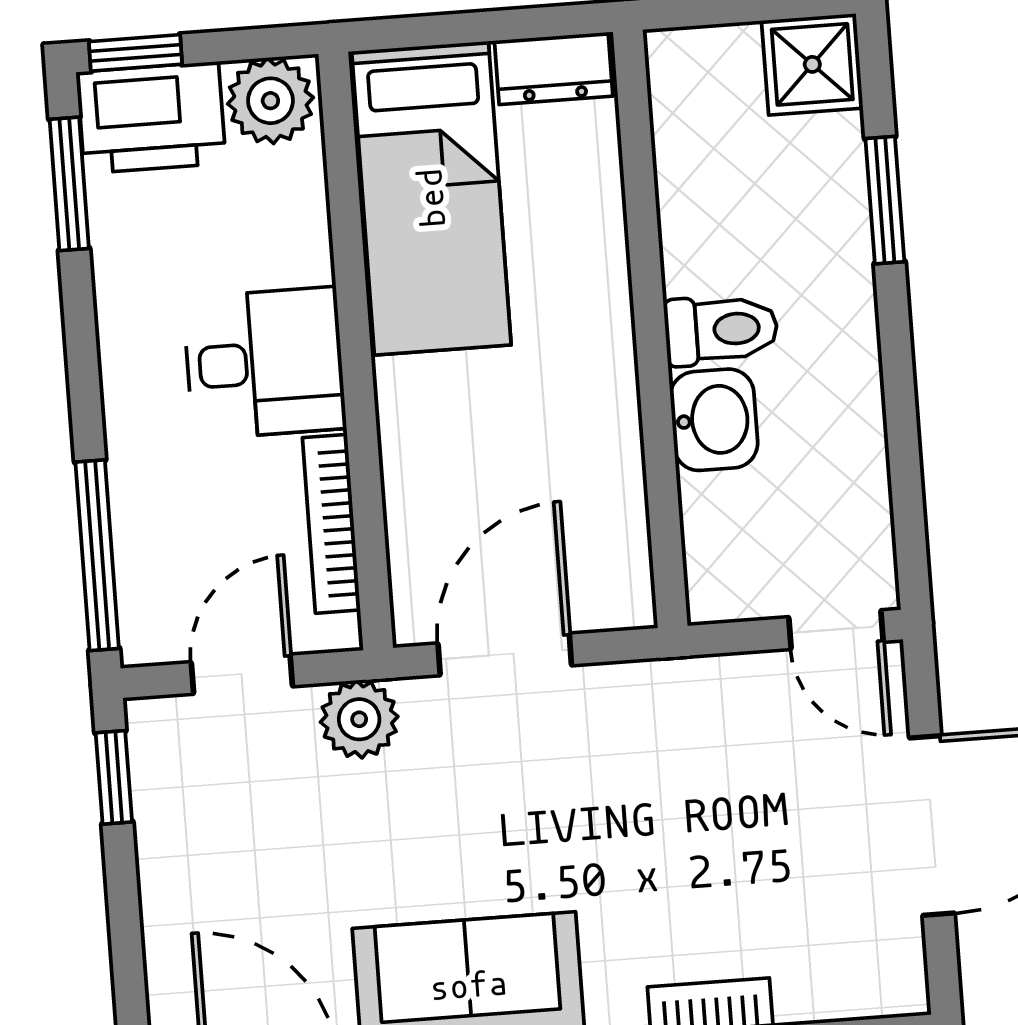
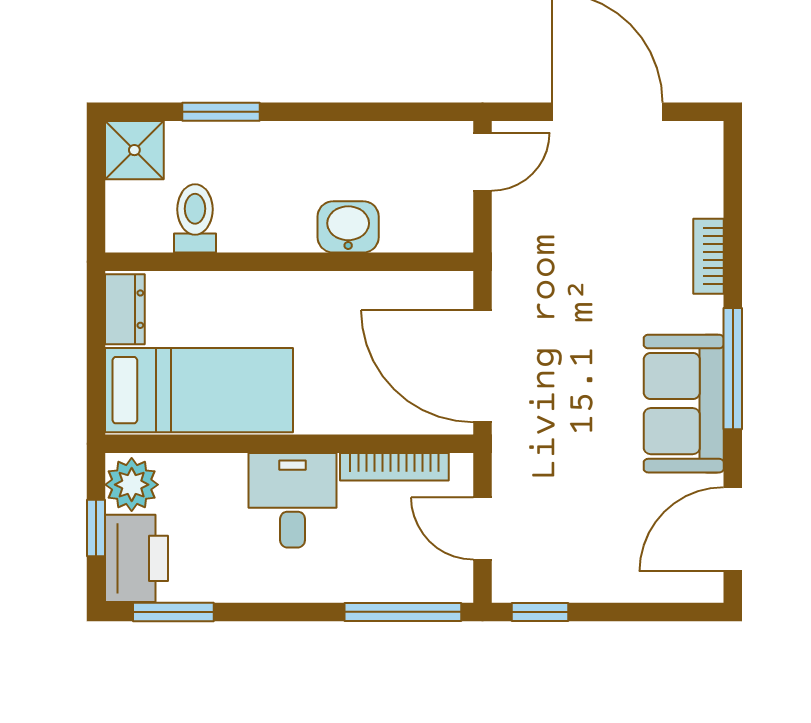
window: (136, 53) -> (96, 528), moved
toilet: (721, 330) -> (195, 218), moved
door: (505, 654) -> (483, 366), width x1.36
plant: (359, 719) -> (516, 459), removed

